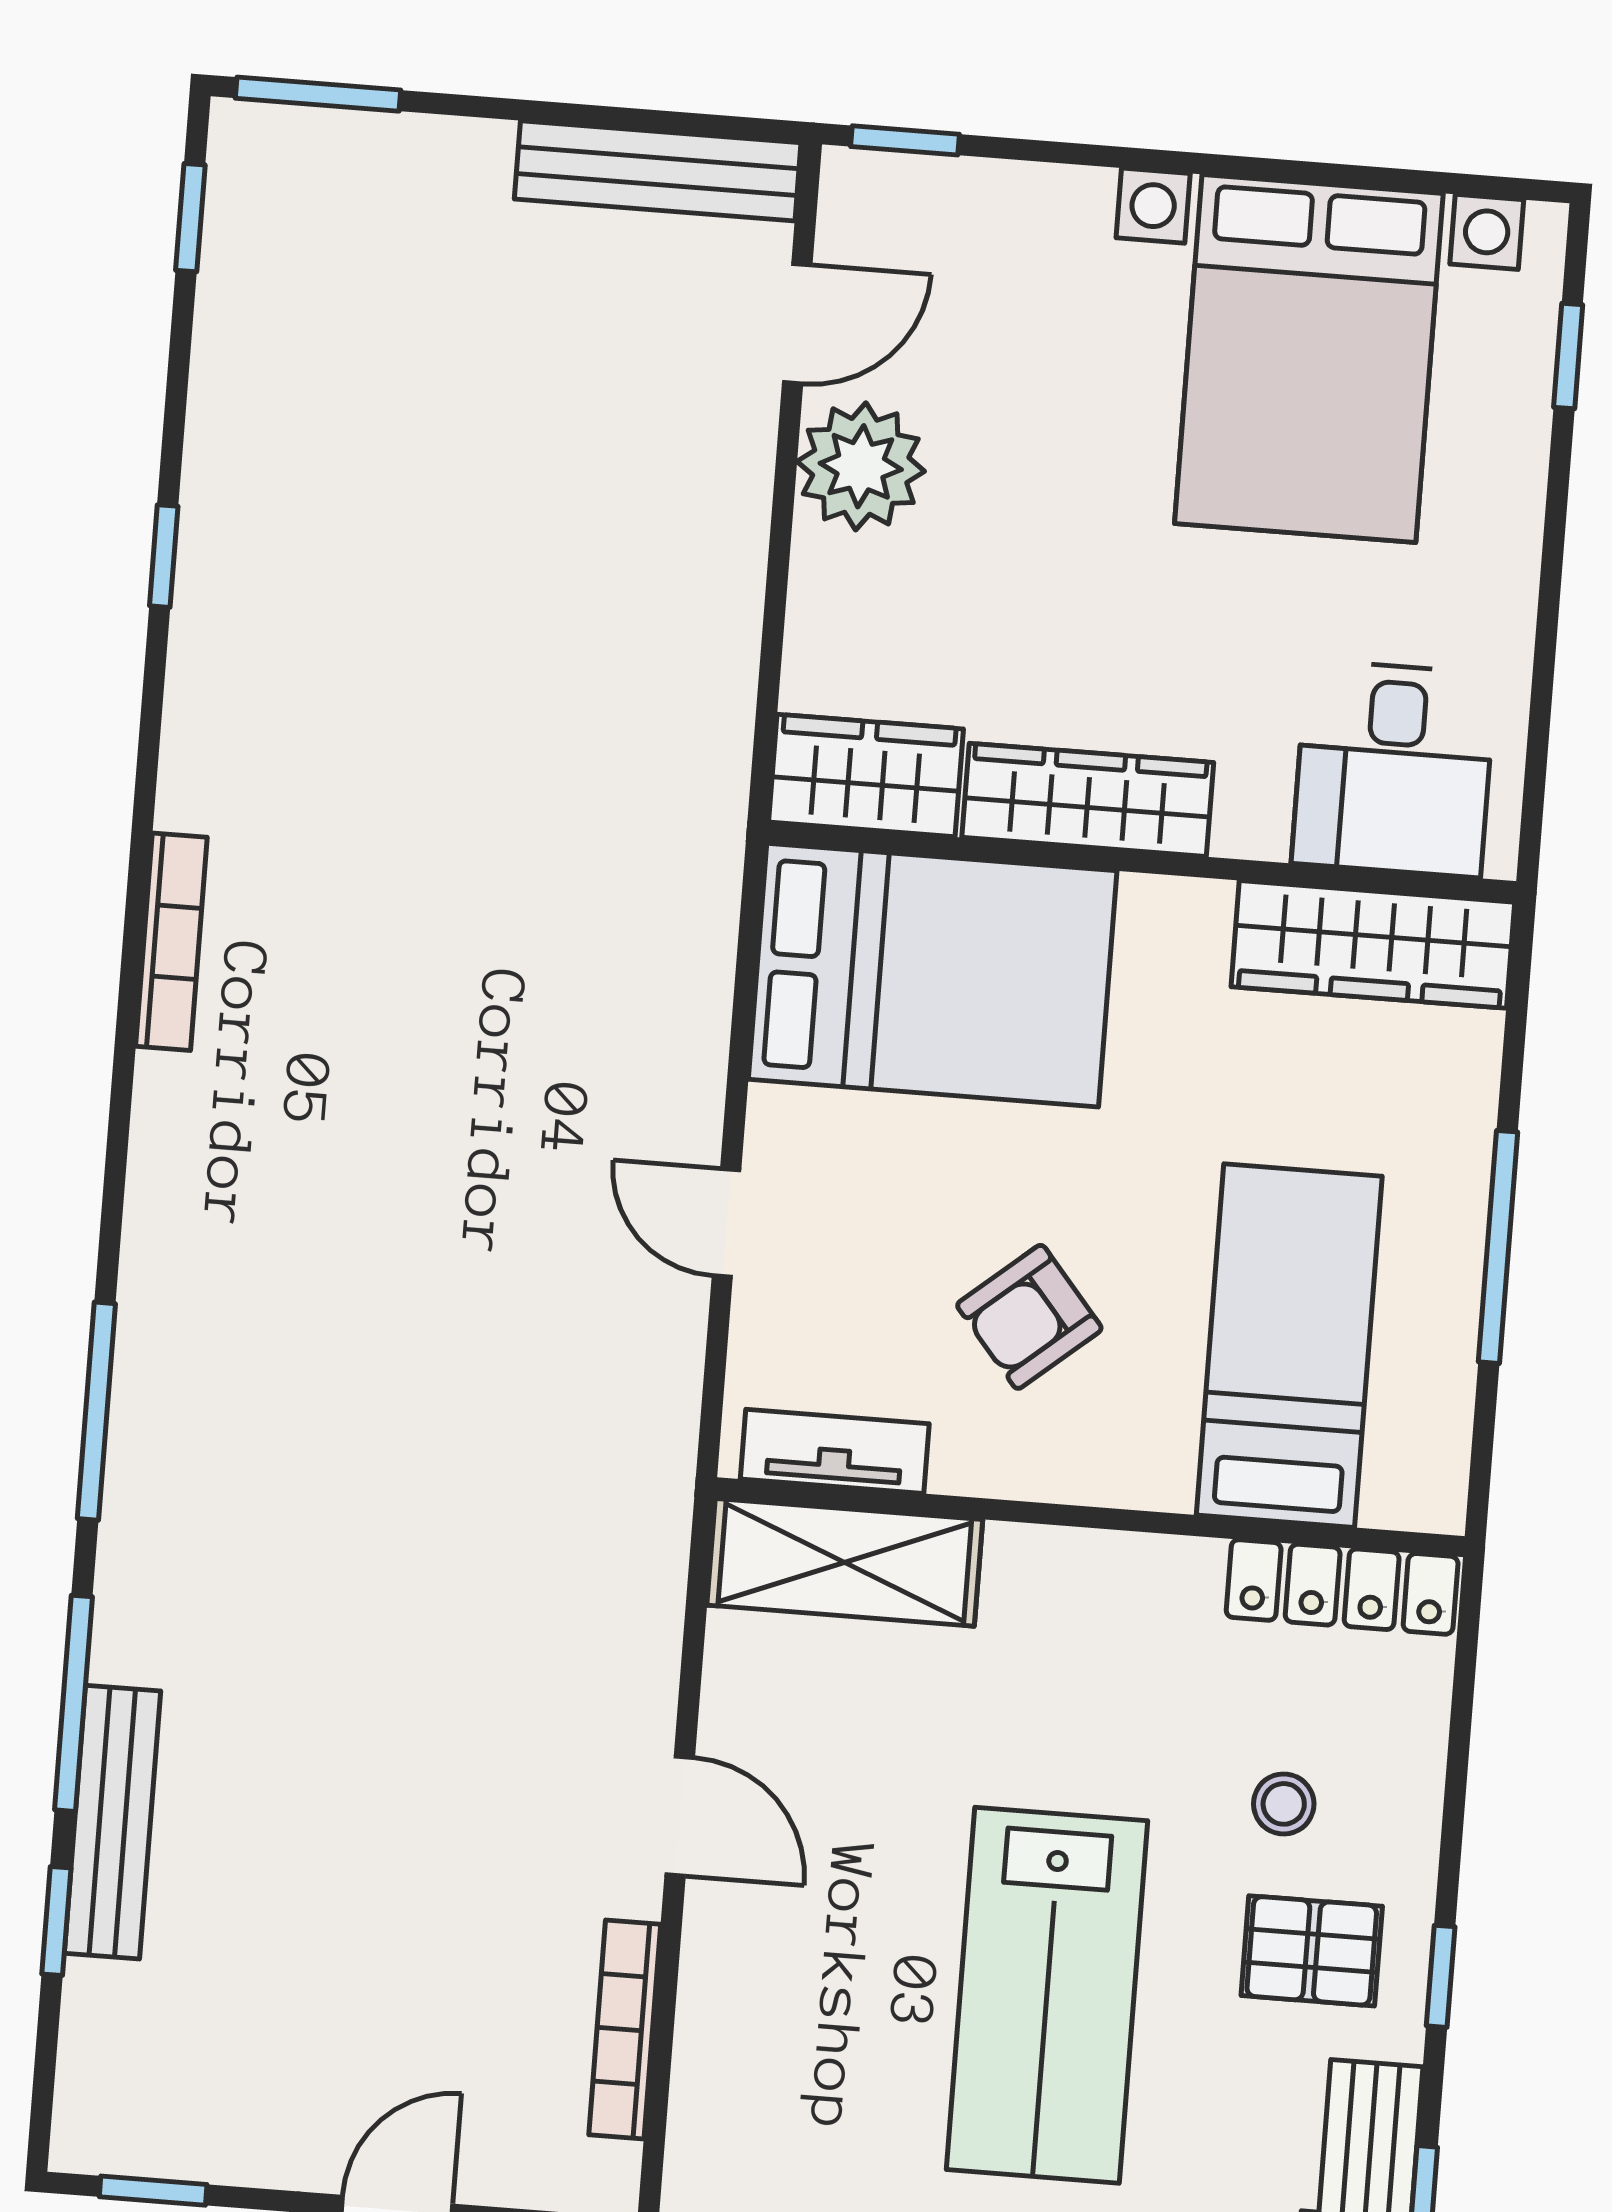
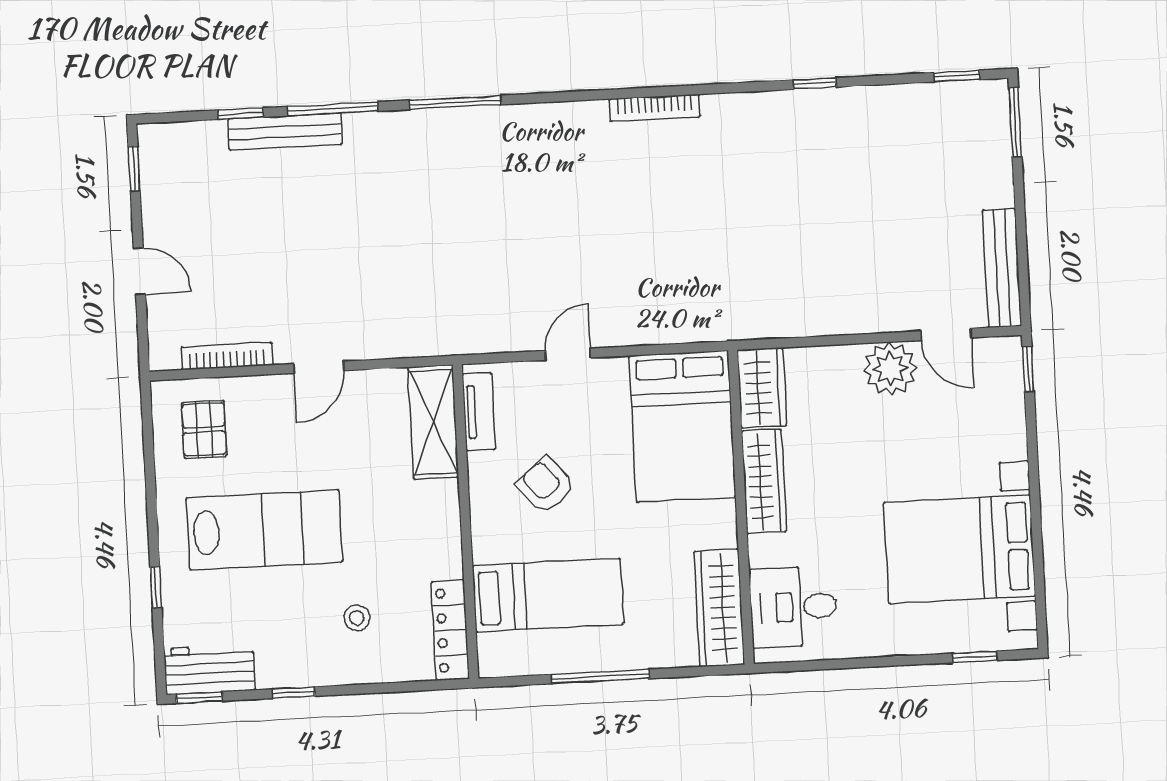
pallet: (1312, 1951) -> (204, 429), moved
lab bench: (1047, 1995) -> (264, 530), turned 180

